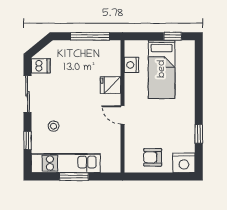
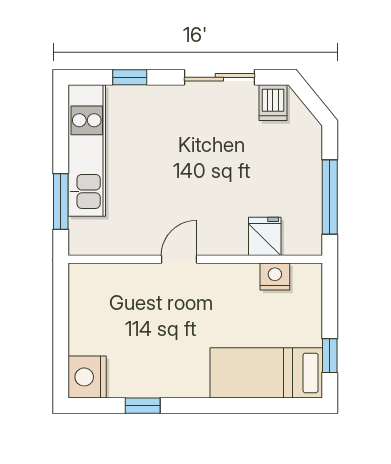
bed: (162, 69) -> (266, 373), moved
fridge: (111, 85) -> (265, 236), moved
stool: (54, 126) -> (158, 127), removed
armchair: (153, 157) -> (98, 317), removed
window: (74, 177) -> (61, 202), moved

